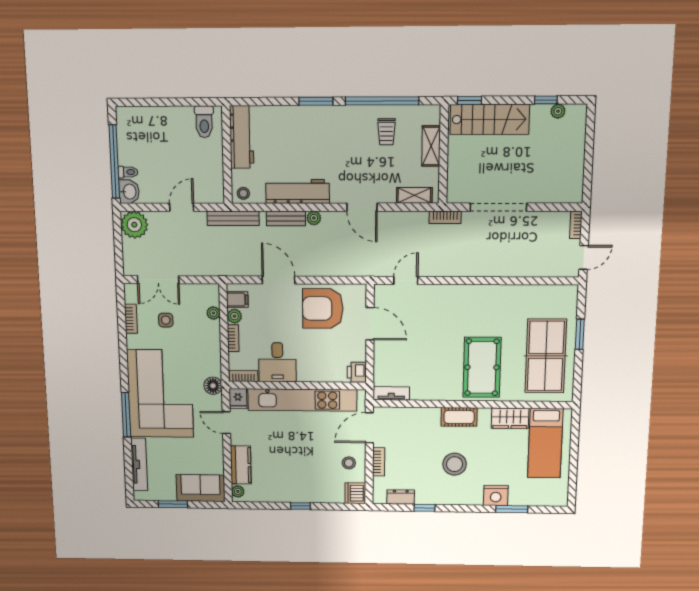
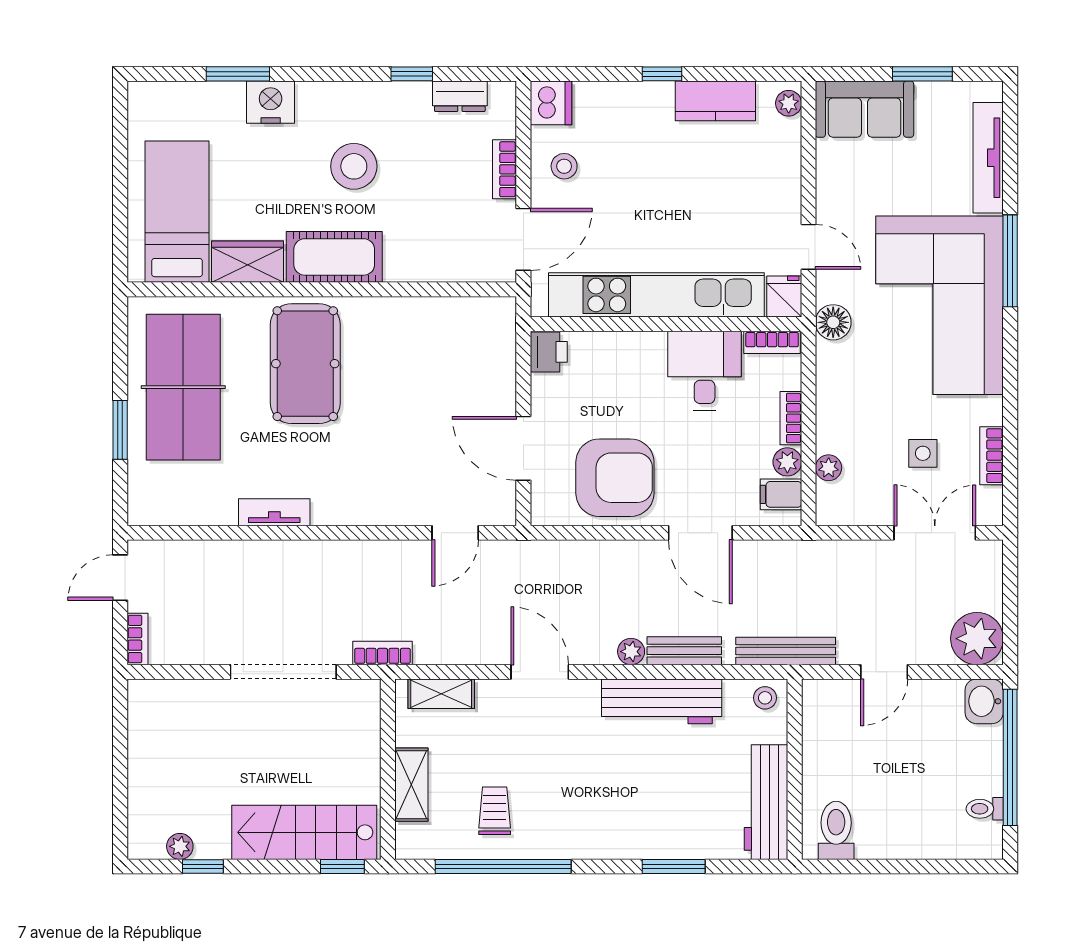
window: (316, 101) -> (674, 867), moved
toilet: (128, 172) -> (985, 809), moved
tv unit: (391, 393) -> (274, 512), moved, turned 180
cot: (459, 417) -> (334, 257), width x1.37, depth x1.34
kitchen counter: (241, 465) -> (715, 101), moved, turned -90

